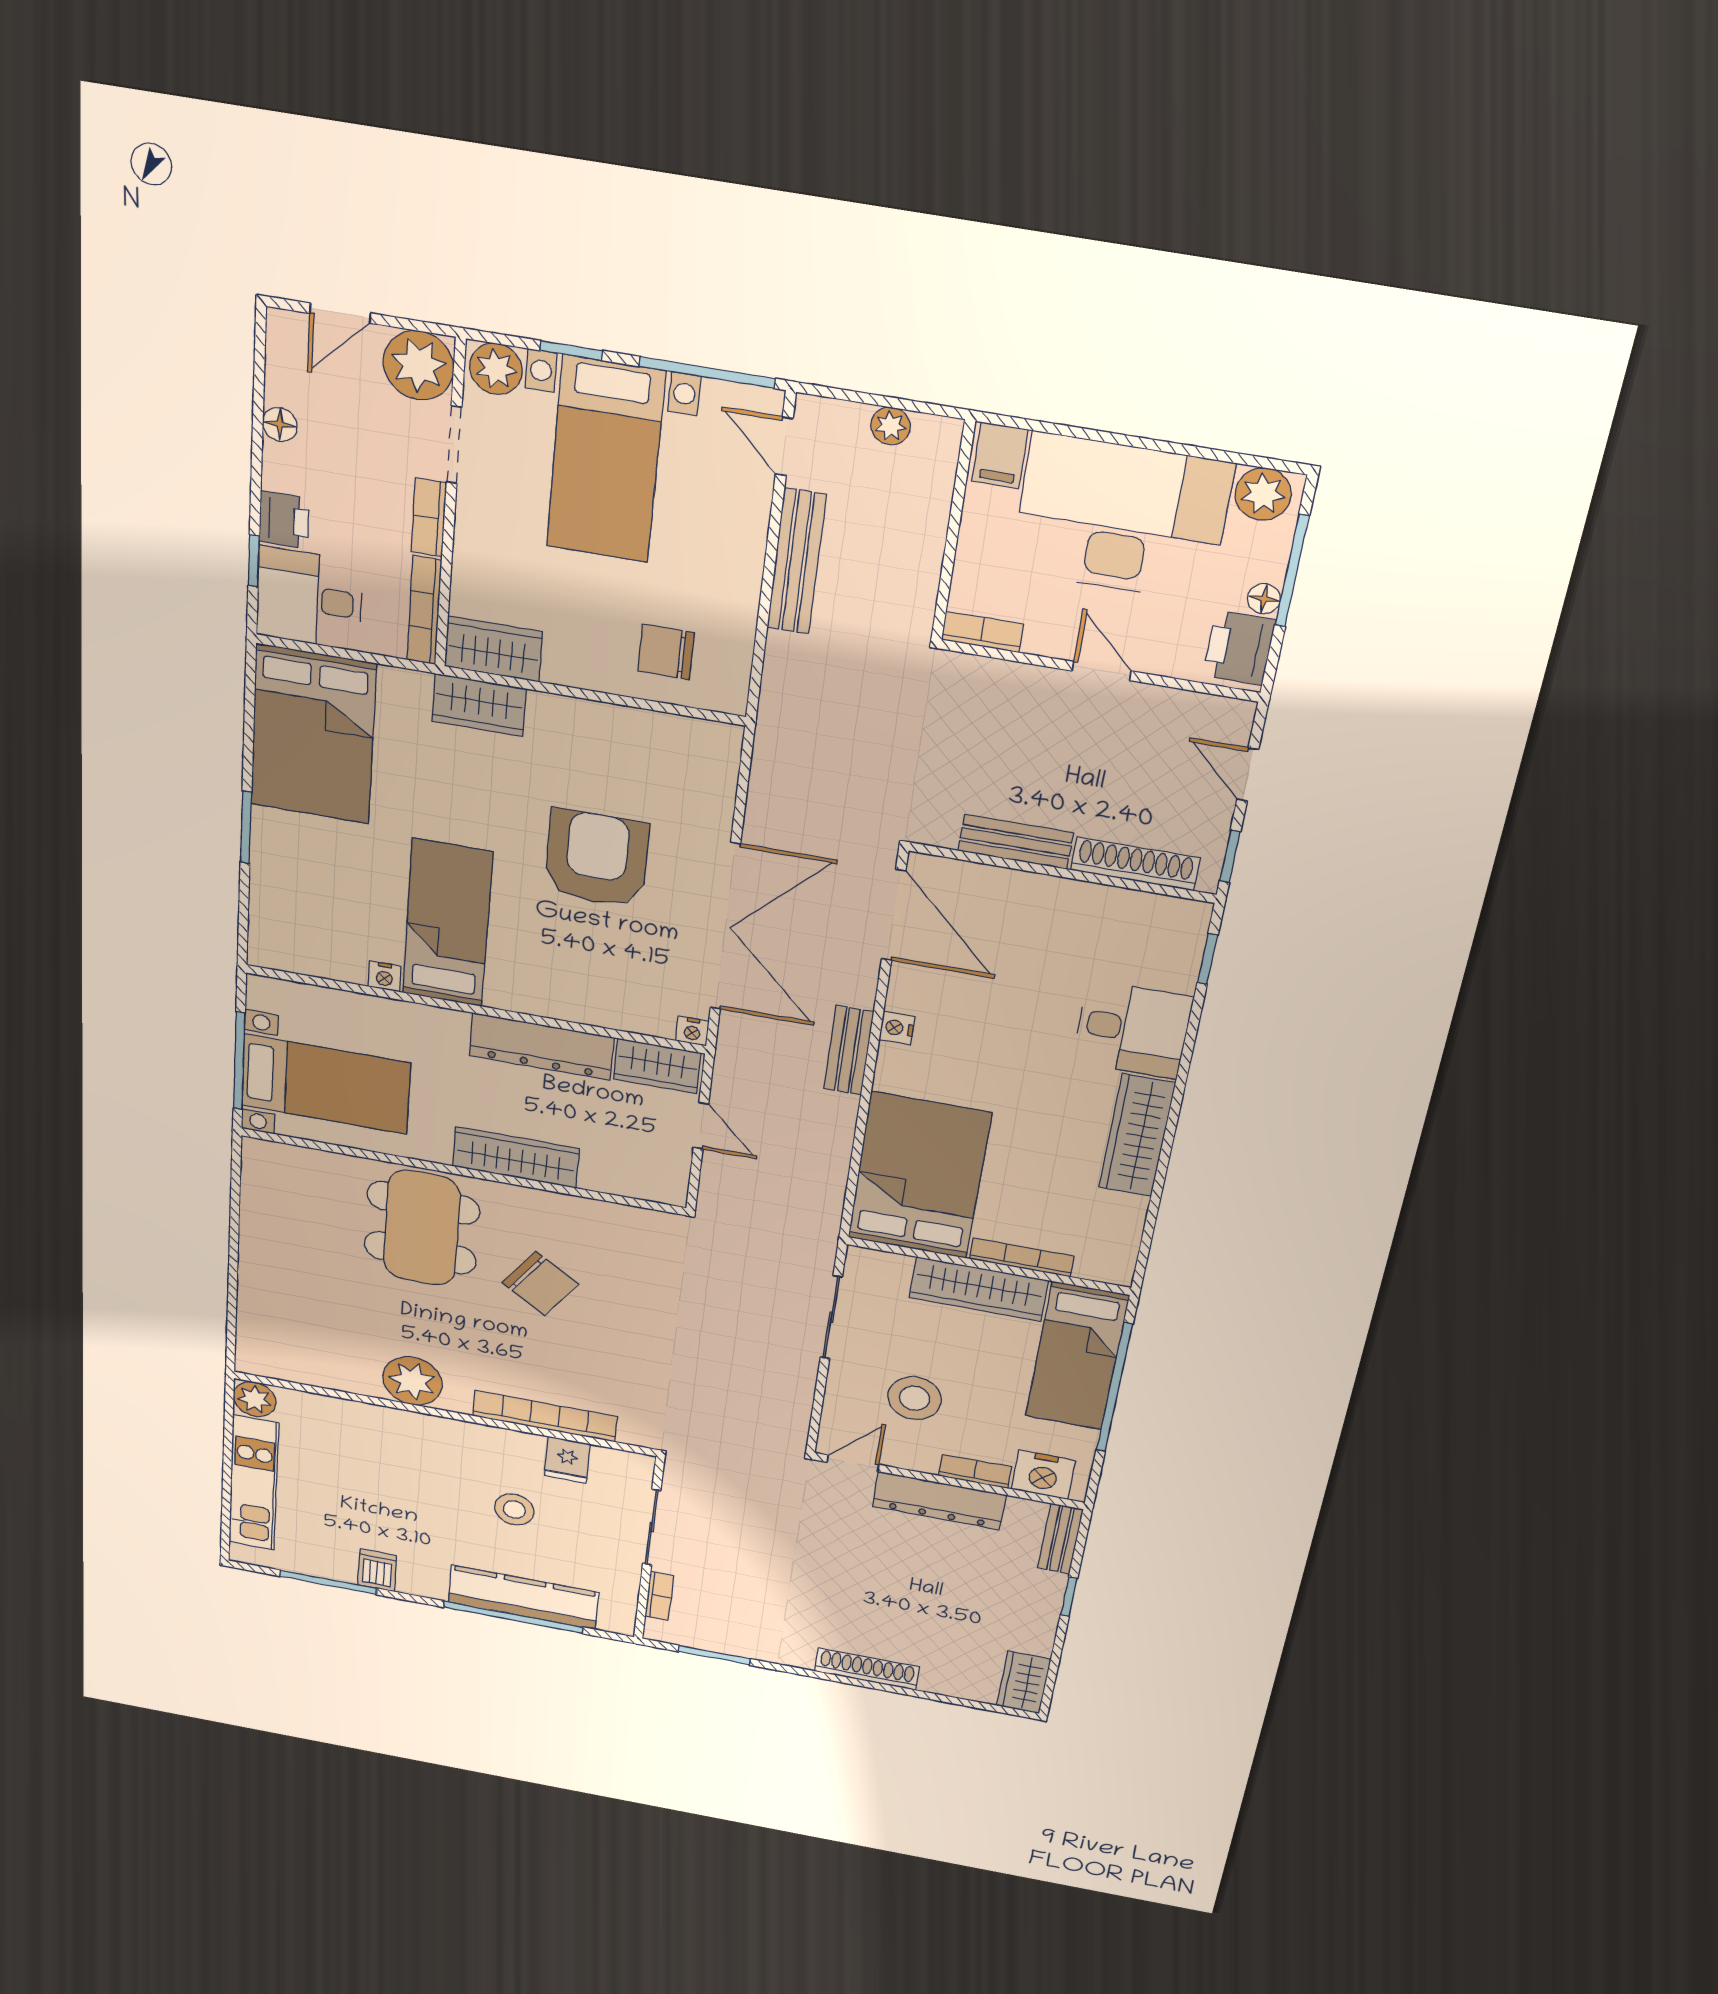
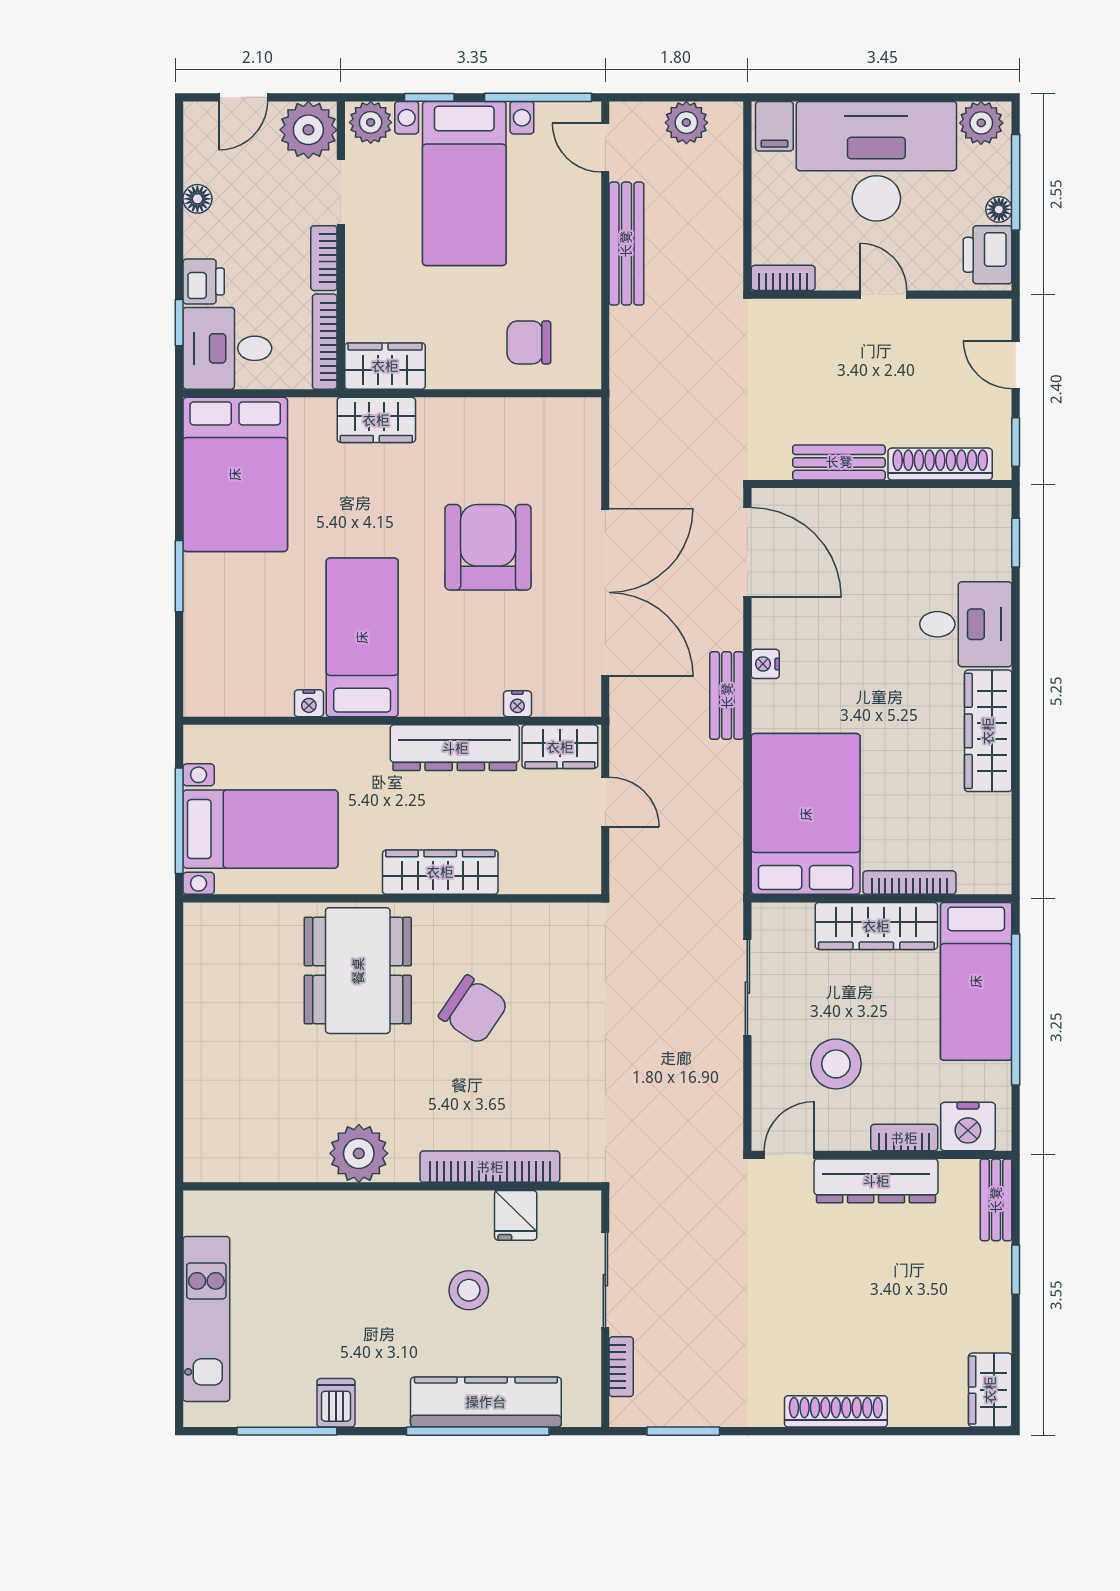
plant: (891, 426) -> (686, 123), width x1.38, depth x1.38
nightstand: (692, 1031) -> (517, 704), moved
plant: (255, 1399) -> (204, 1212), removed

